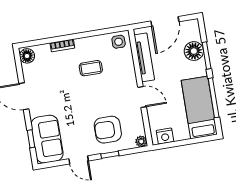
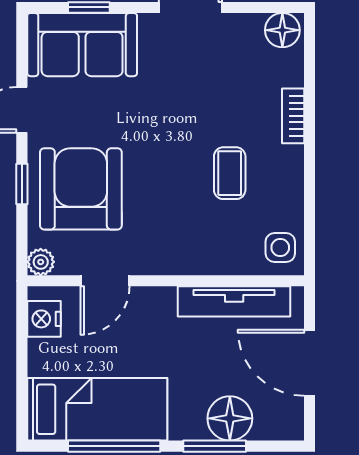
door: (142, 97) -> (105, 281), moved
armchair: (108, 130) -> (81, 189), width x1.36, depth x1.36

